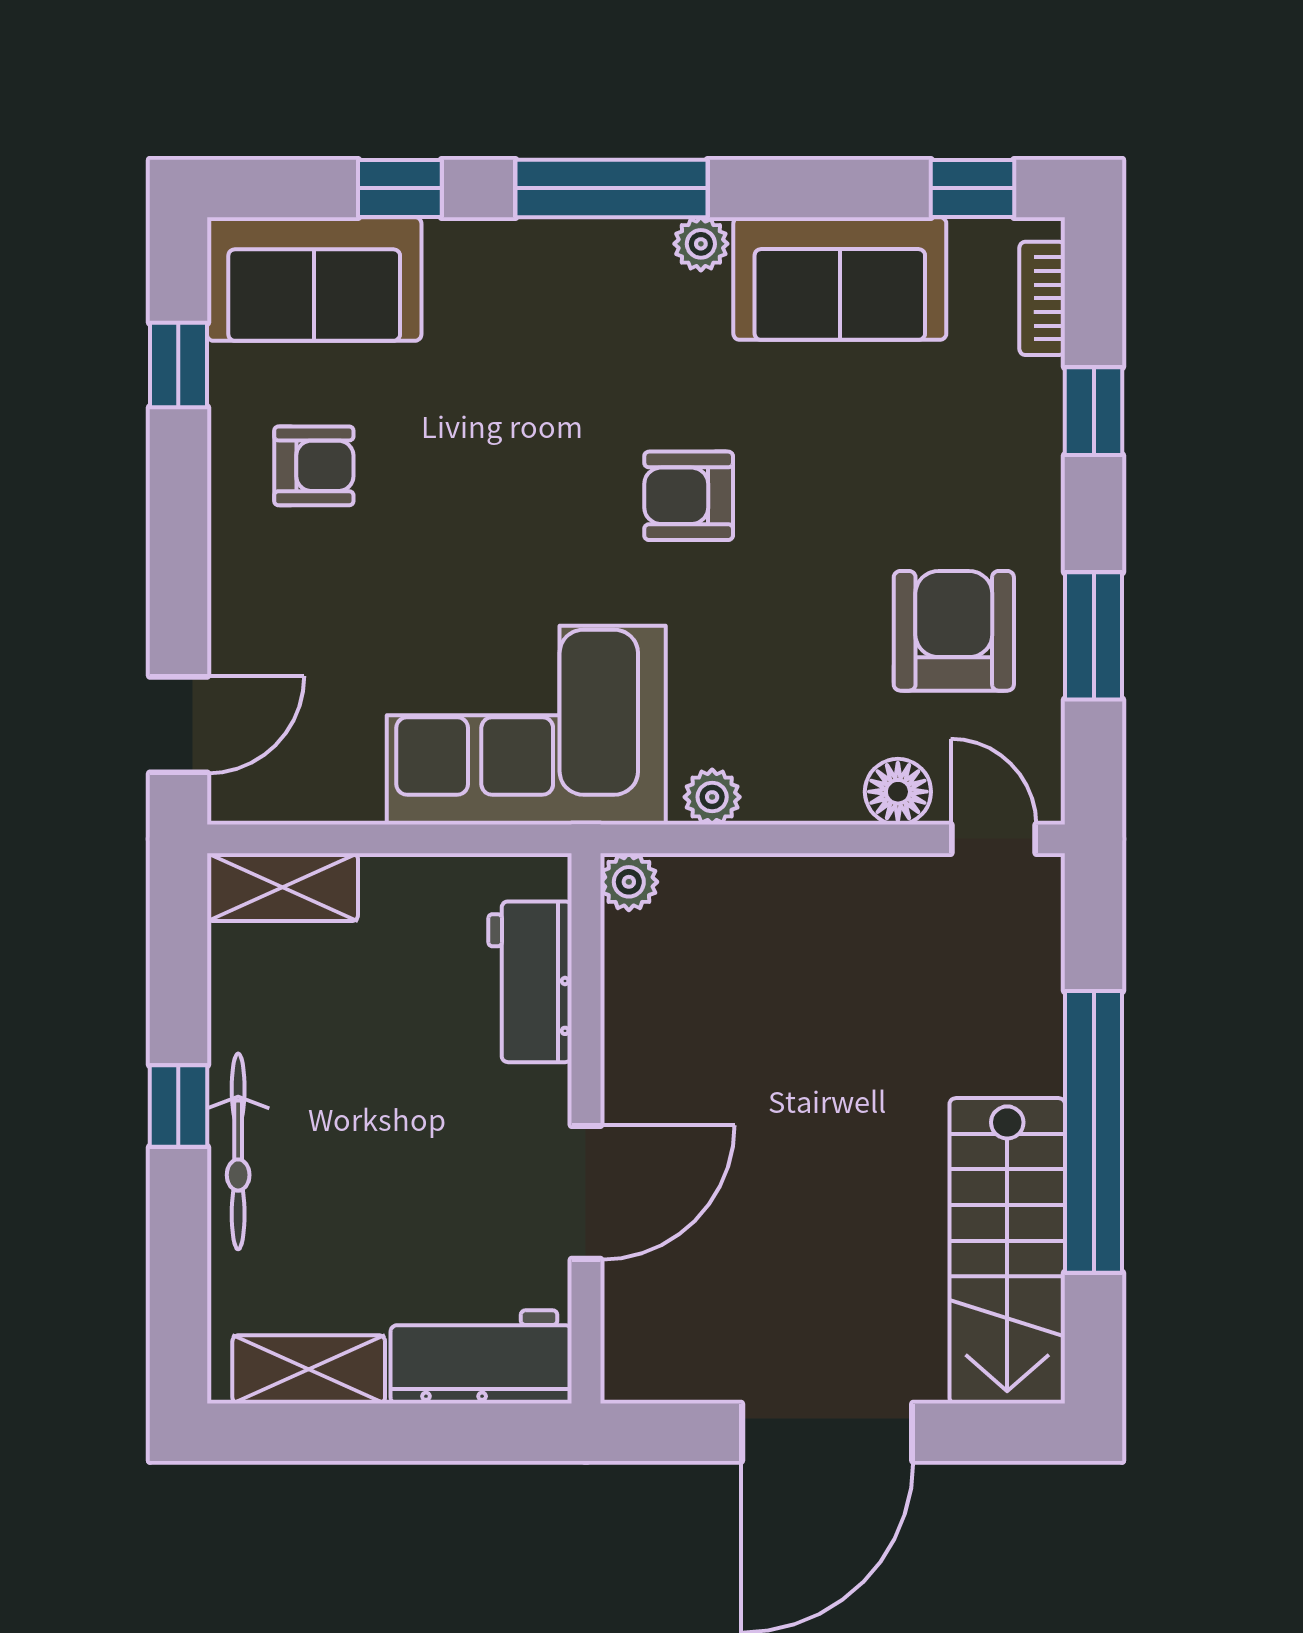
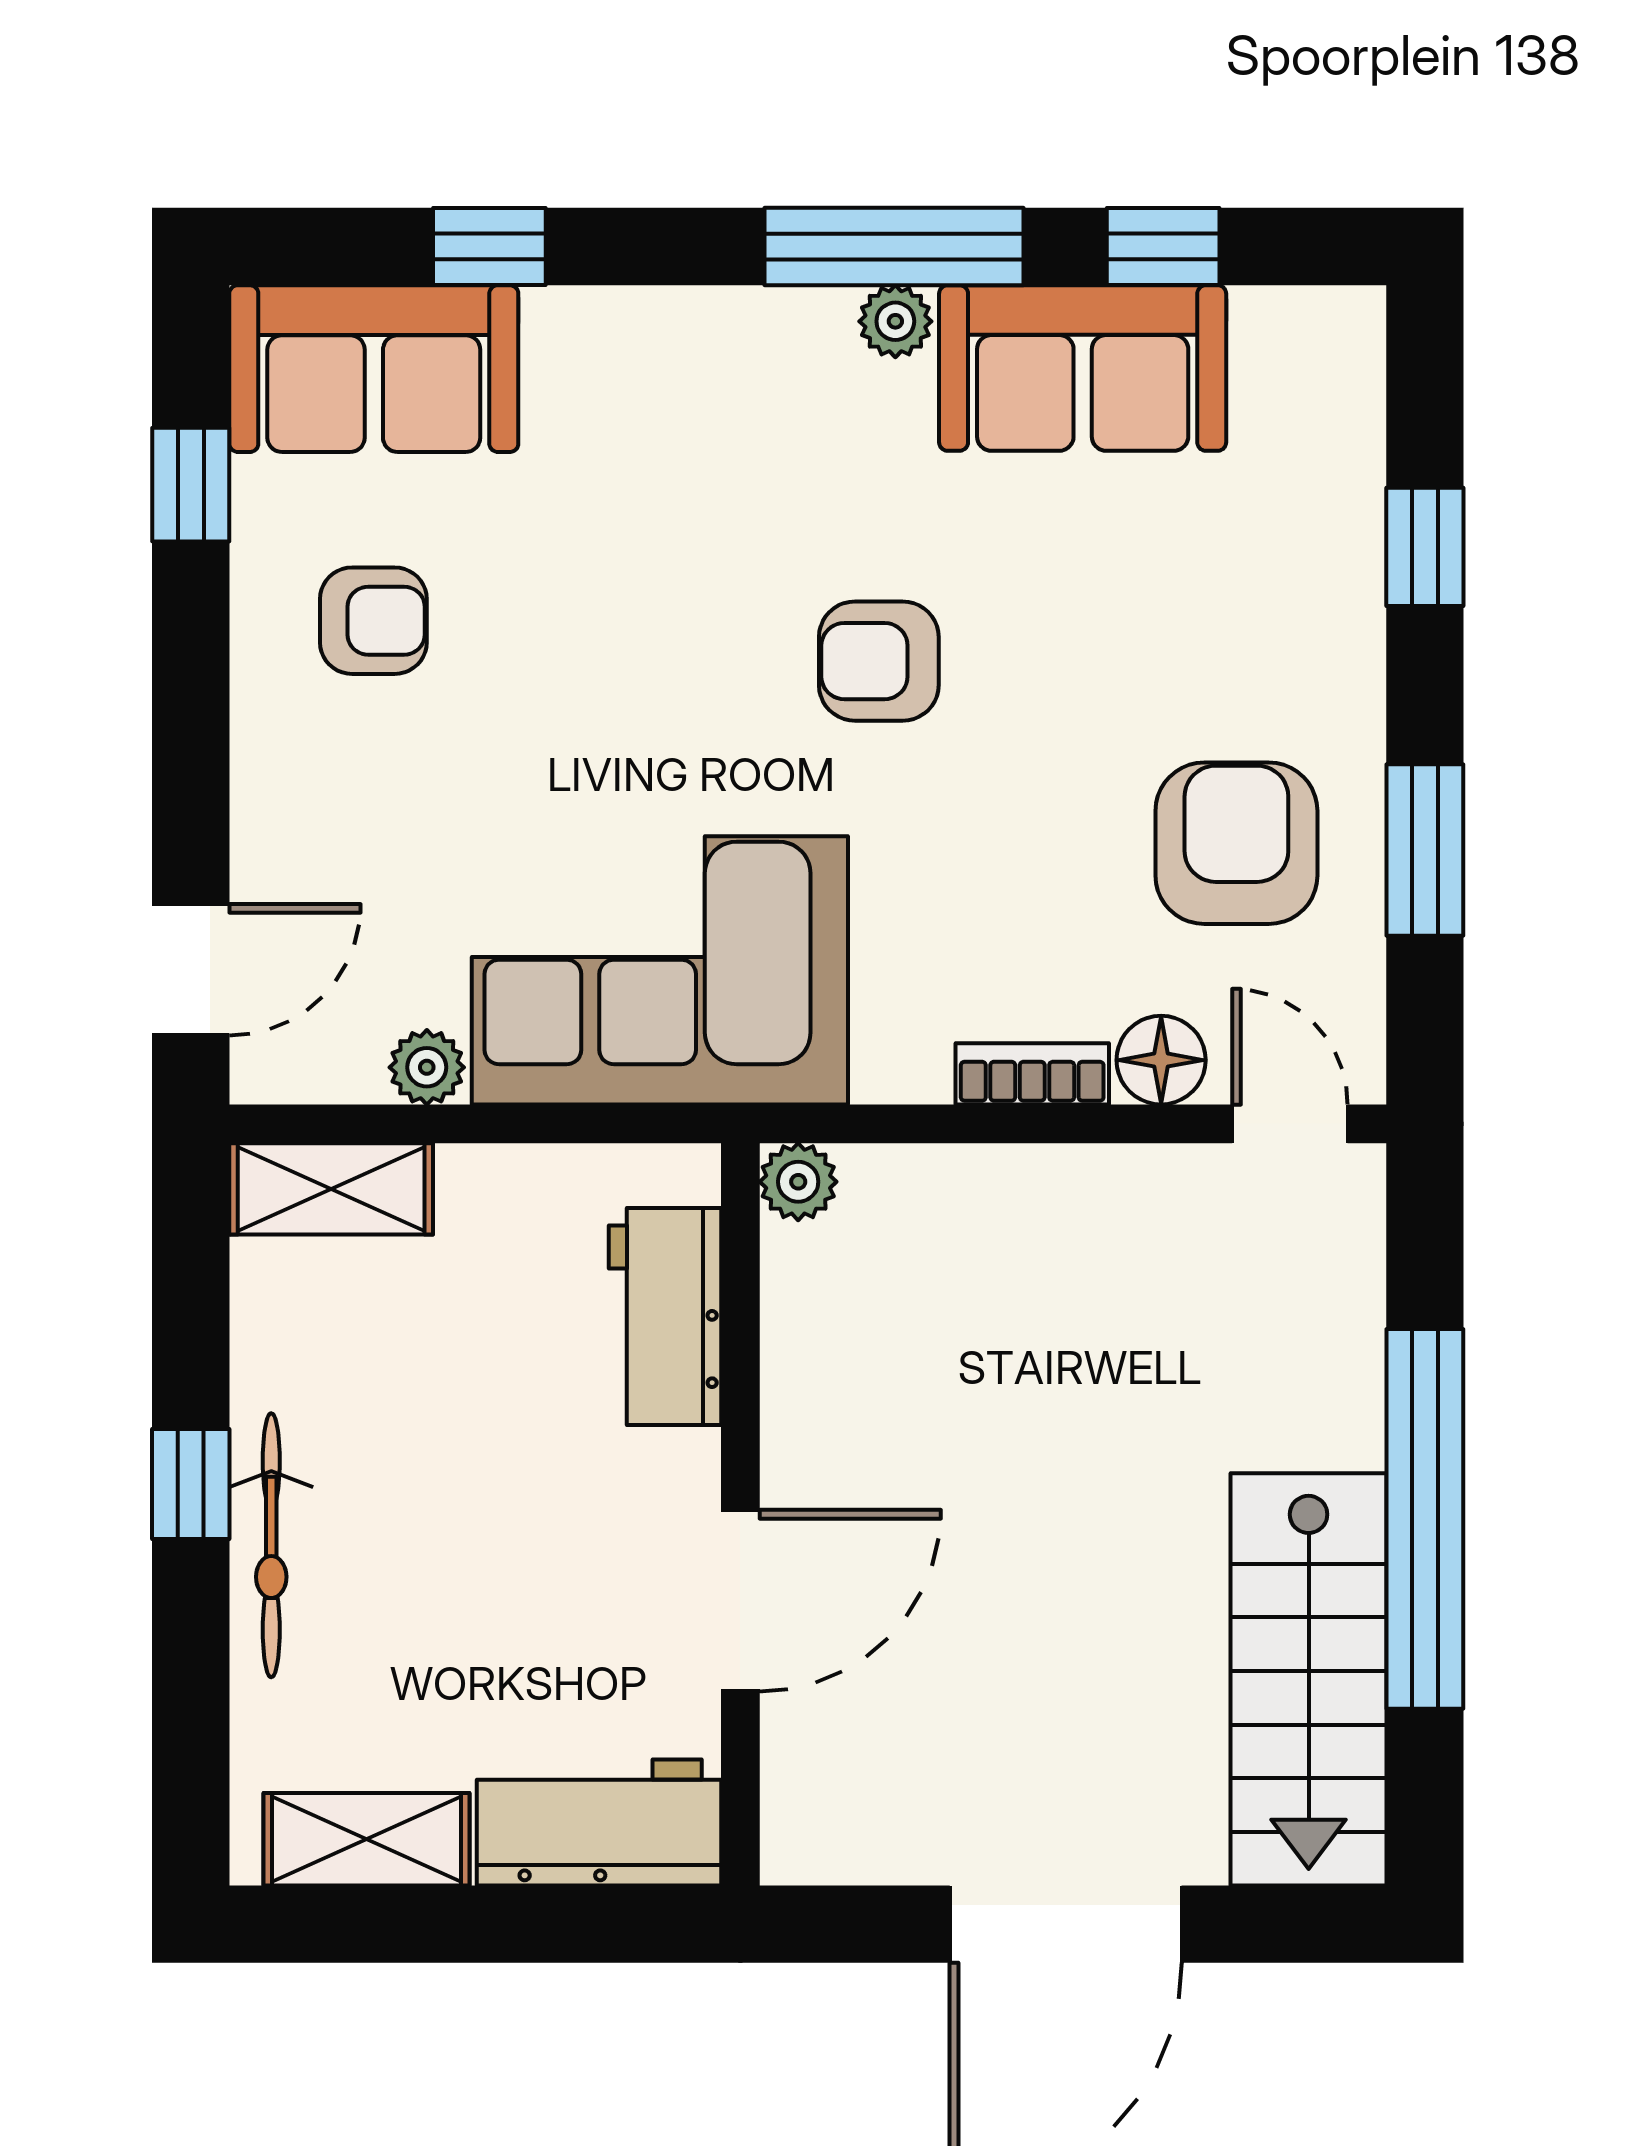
window: (612, 188) -> (894, 247), moved
window: (973, 188) -> (1163, 247), moved
bookcase: (1042, 298) -> (1032, 1074), moved, turned 90
plant: (712, 797) -> (427, 1067), moved

